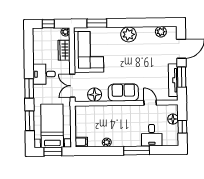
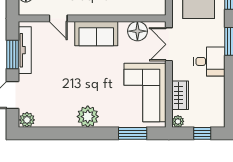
plant: (161, 32) -> (27, 120), moved
double door: (72, 86) -> (169, 44), swing flipped

